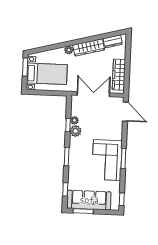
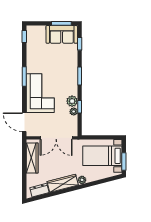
corner sofa: (107, 160) -> (40, 93), moved
sofa: (89, 200) -> (62, 34), width x0.73

